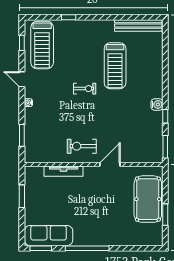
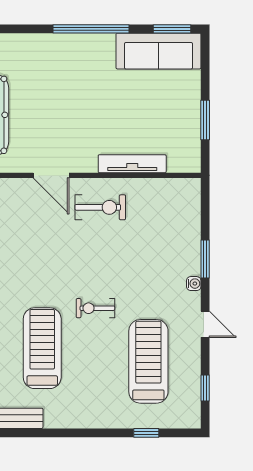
window: (69, 17) -> (146, 433), moved
treadmill: (42, 45) -> (148, 361), moved
window: (22, 135) -> (205, 259), moved
door: (110, 164) -> (51, 175), hinge flipped

